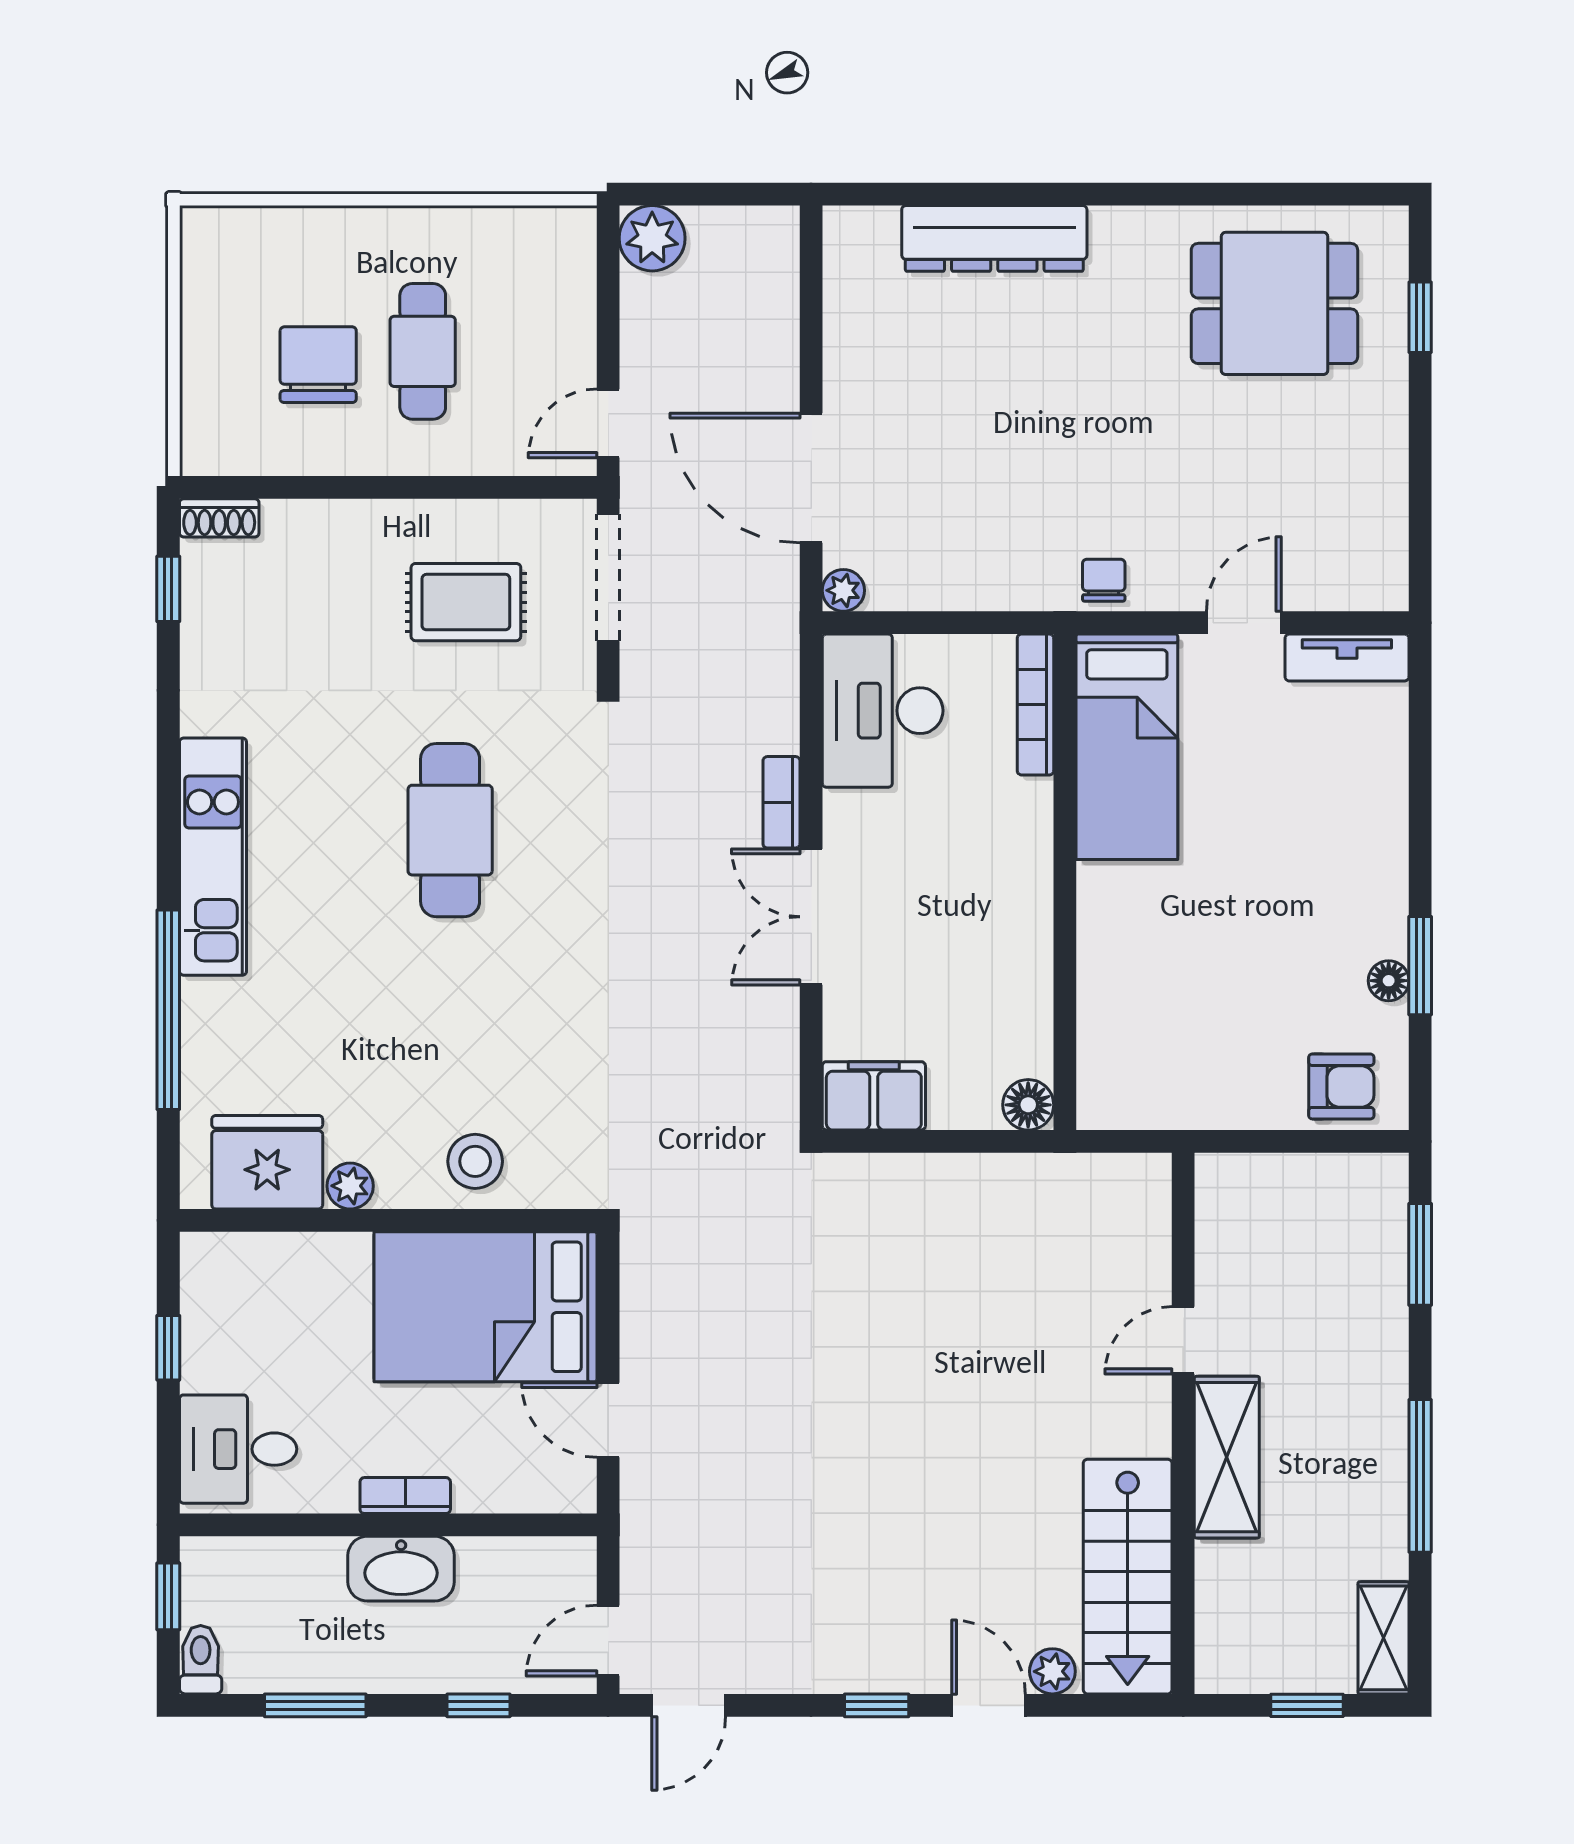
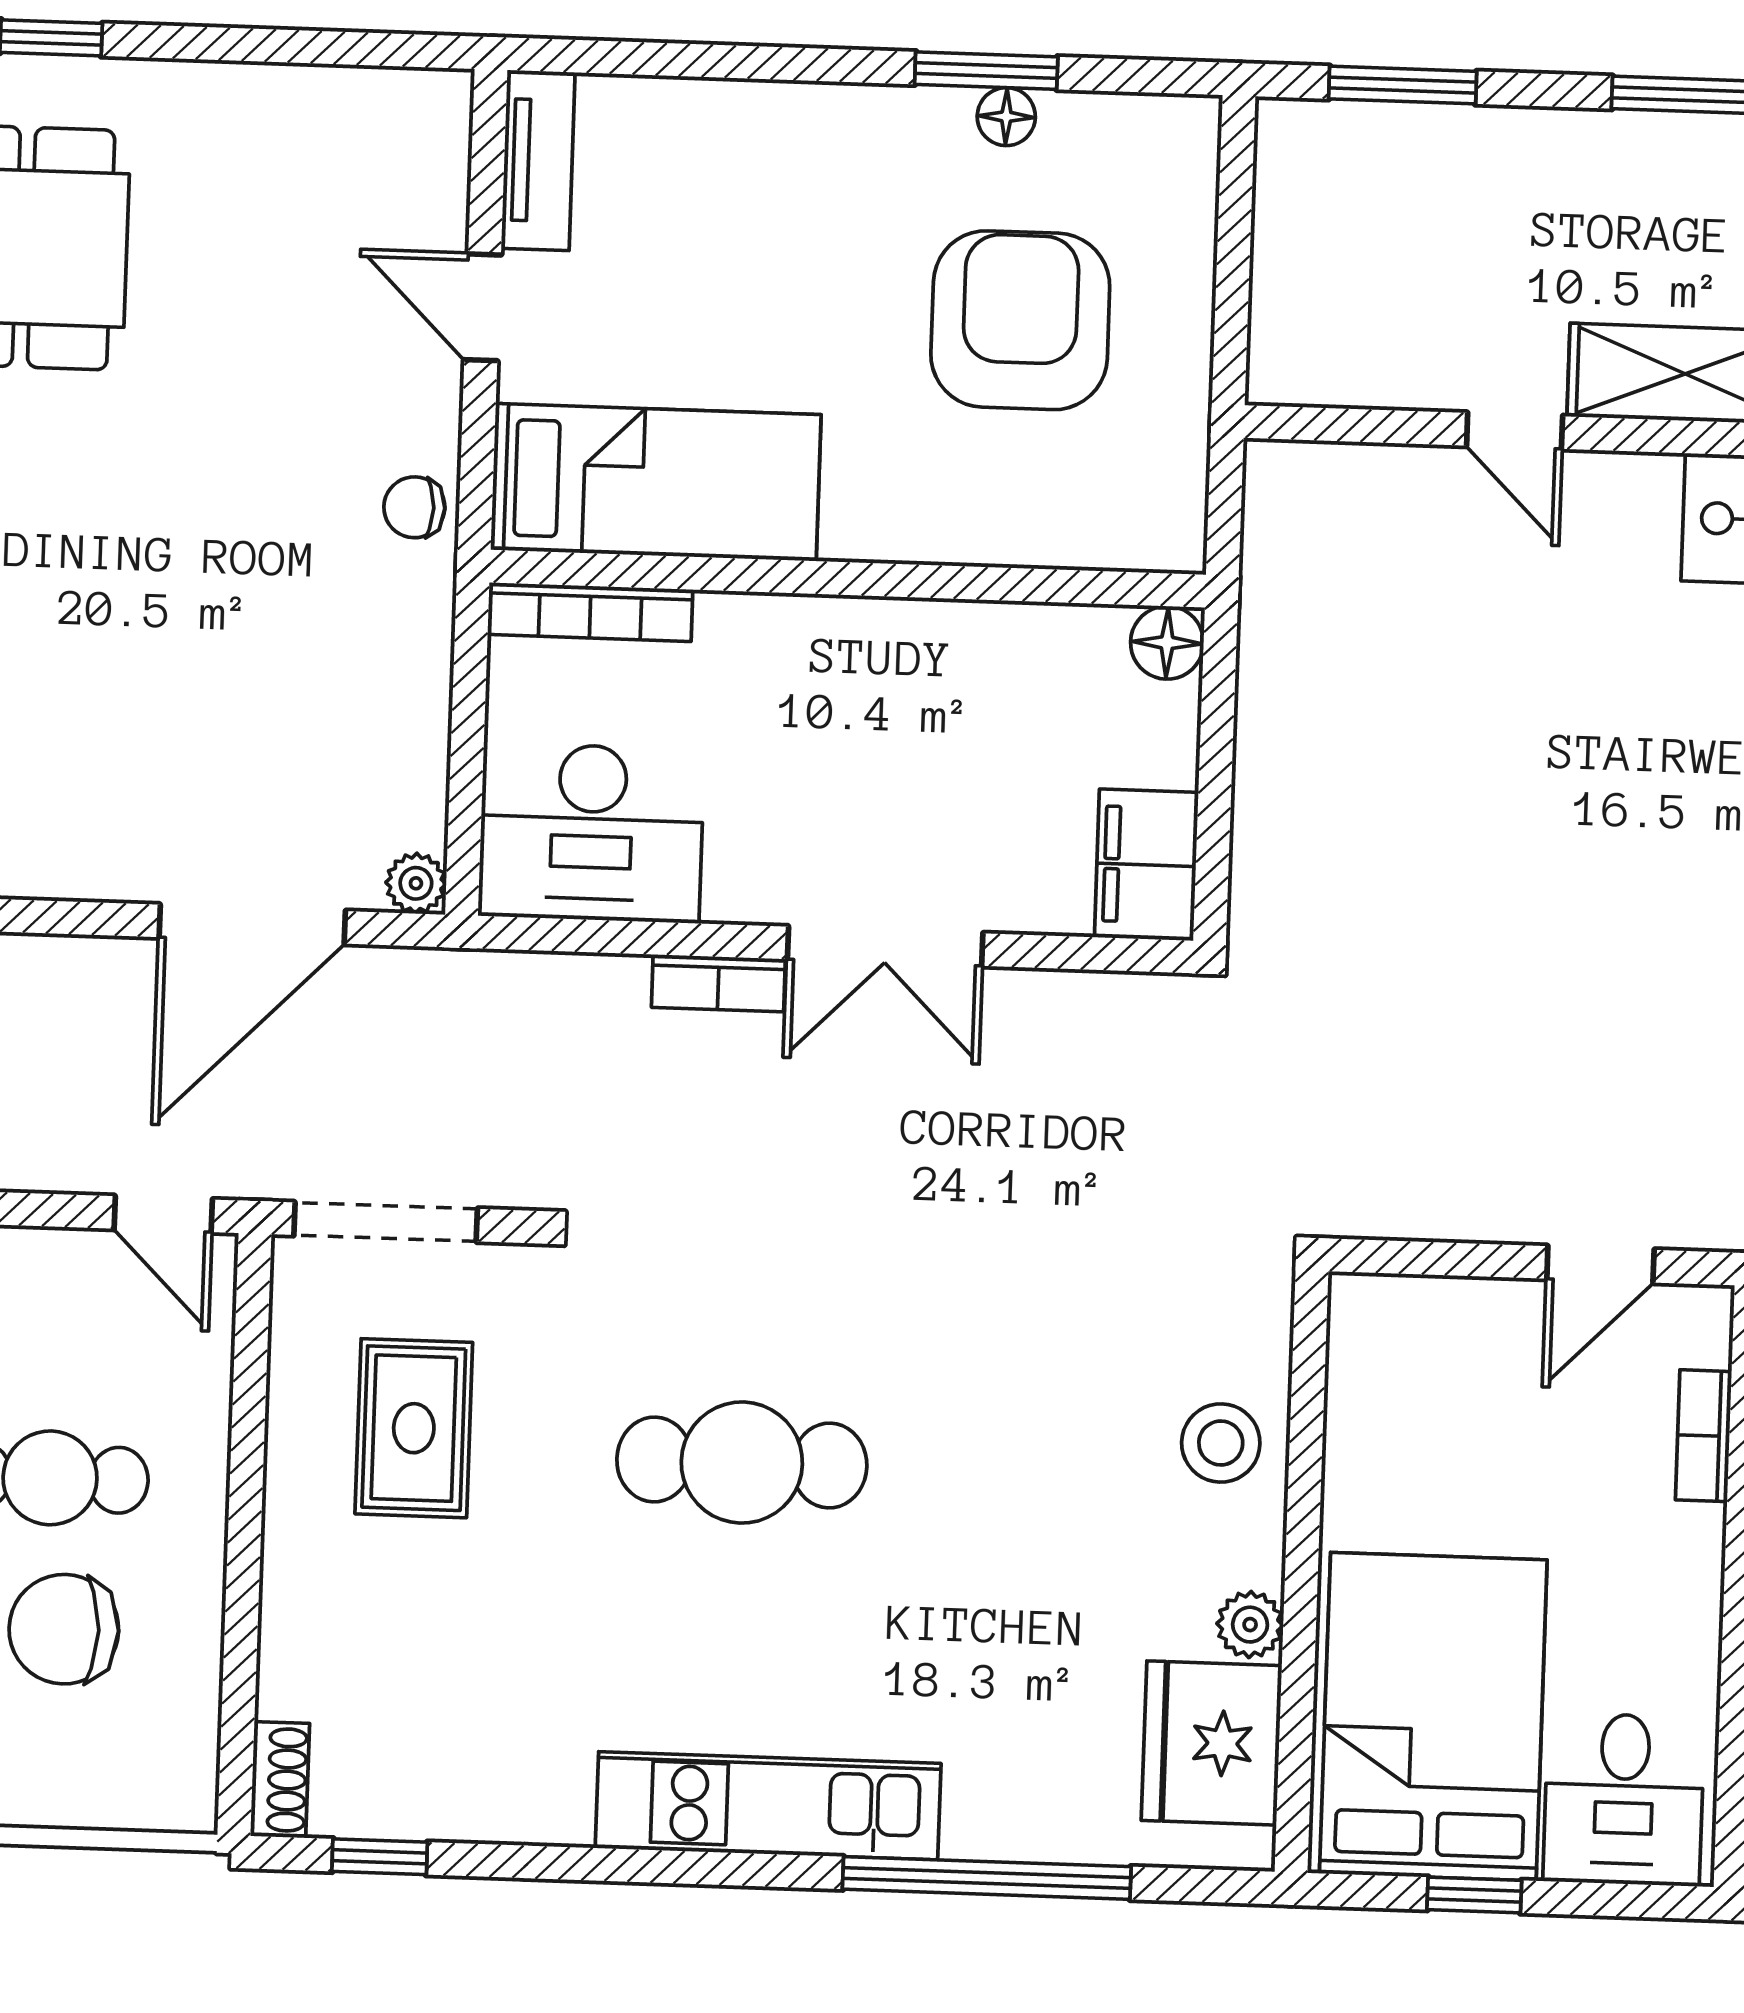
armchair: (1341, 1086) -> (1020, 320), moved, width x1.88, depth x1.88
bed: (485, 1307) -> (1433, 1717), moved, turned 180
bookcase: (405, 1496) -> (1704, 1436), moved

